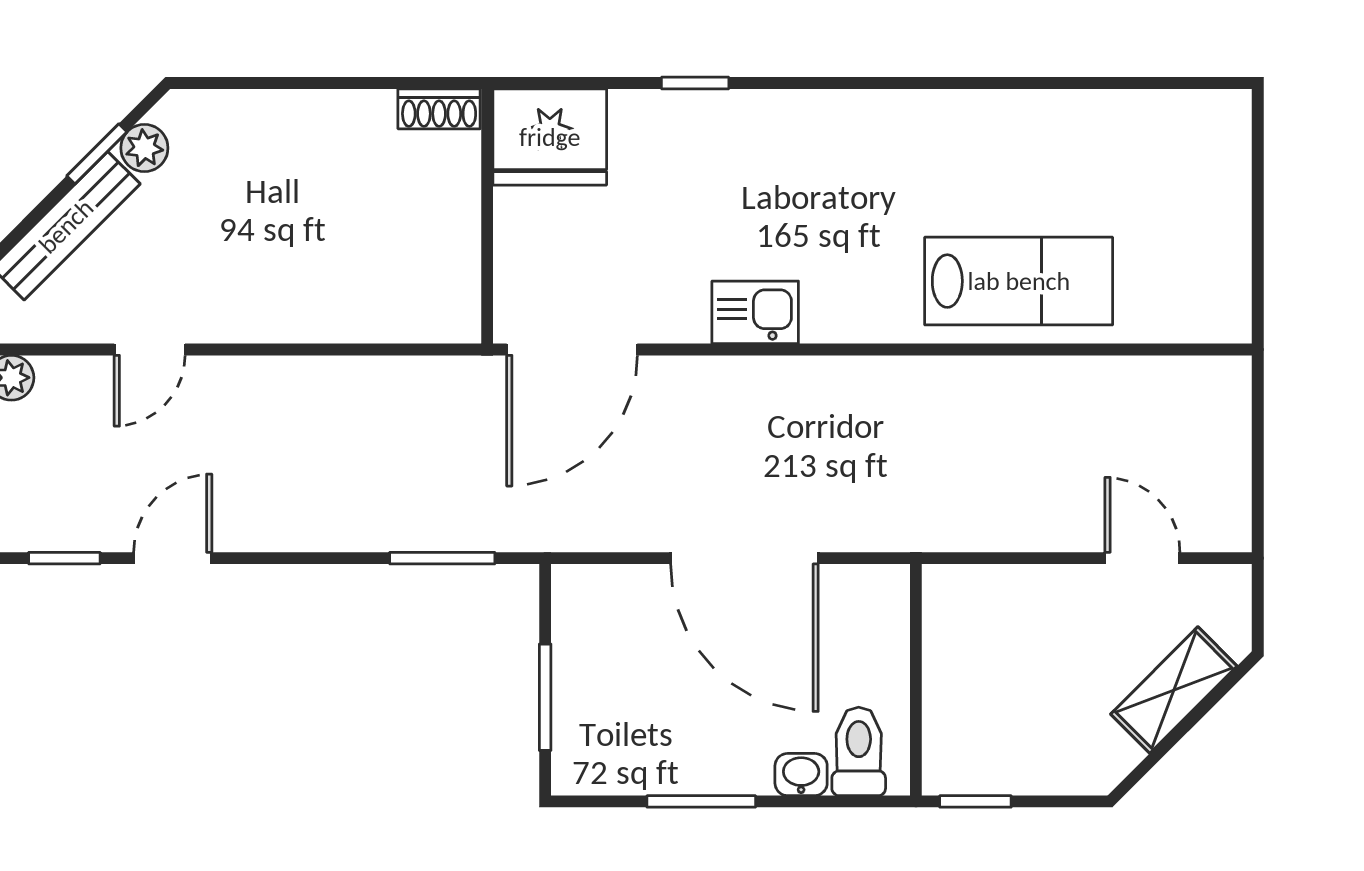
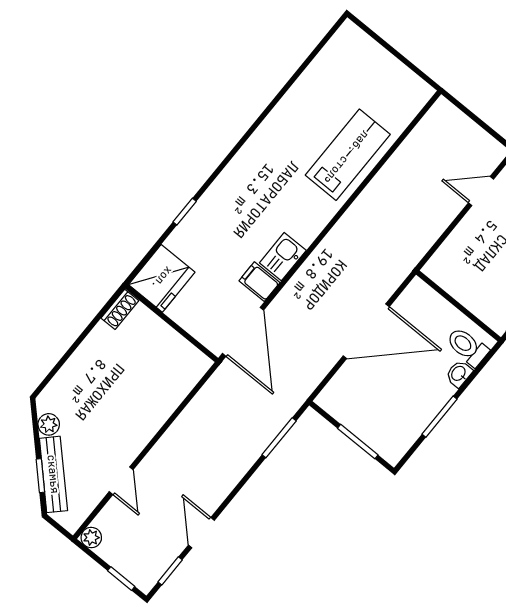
window: (97, 154) -> (40, 476), moved
filing cabinet: (680, 307) -> (259, 282), added

